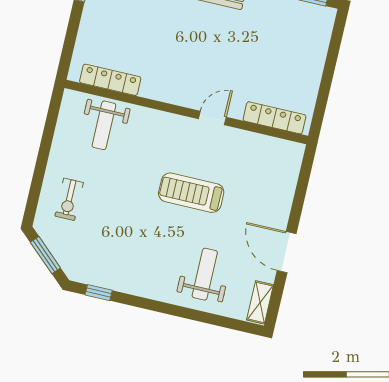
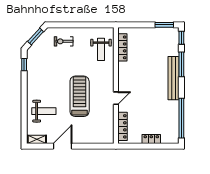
locker: (315, 64) -> (151, 139), added
door: (212, 118) -> (116, 98), hinge flipped
weight bench: (104, 125) -> (101, 49), turned -90
treadmill: (191, 193) -> (80, 96), width x1.37, depth x1.38

